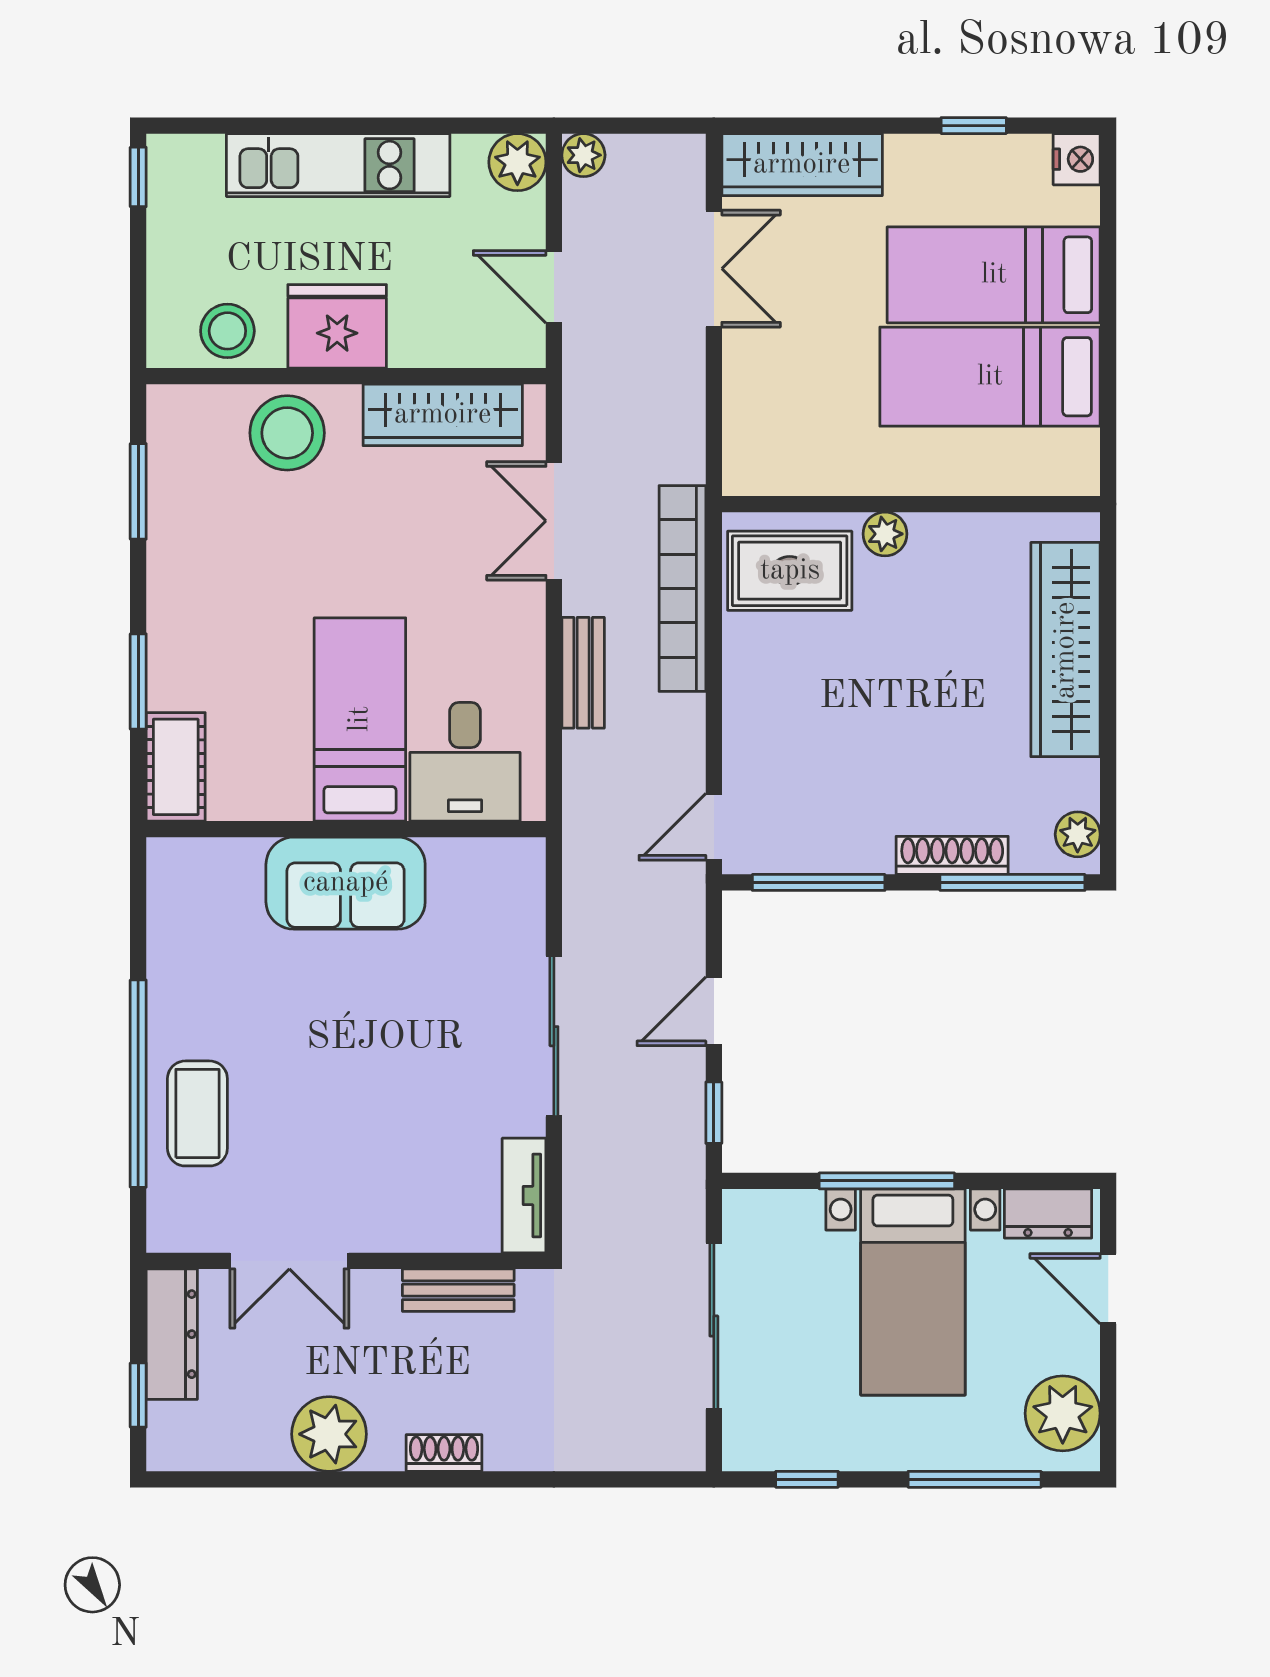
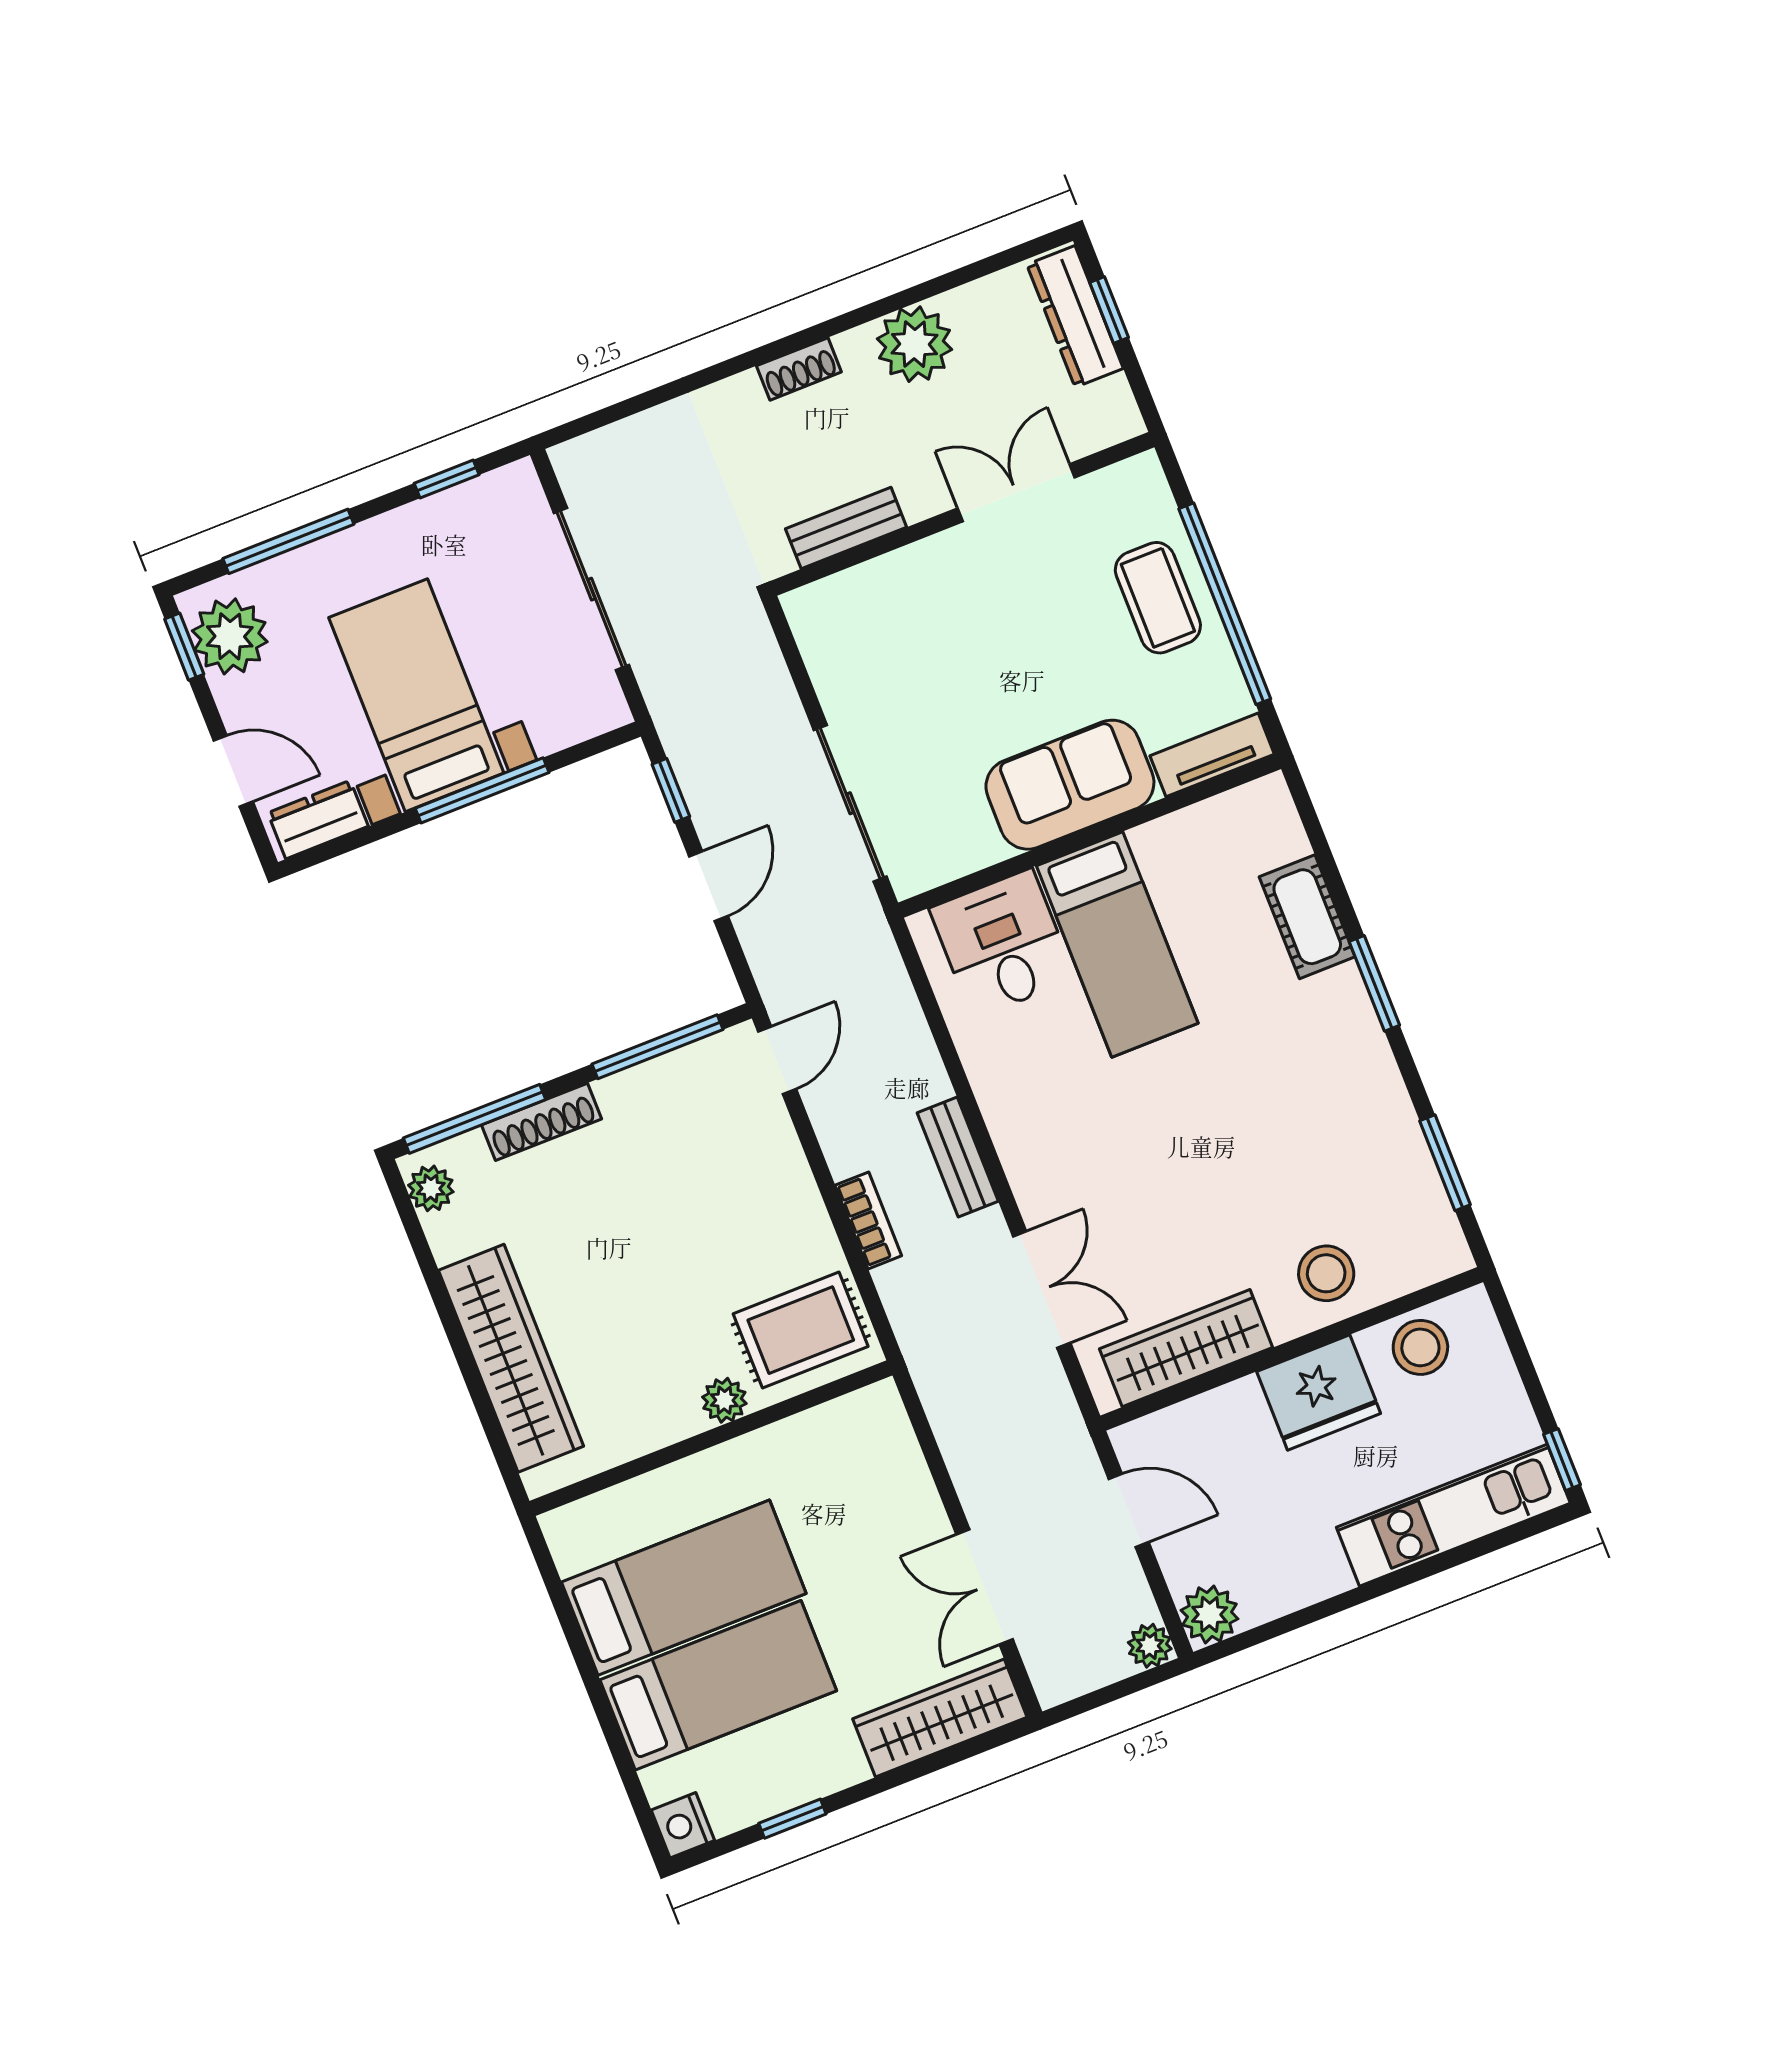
kitchen unit: (338, 165) -> (1453, 1515), moved
stool: (287, 433) -> (1326, 1273), width x0.73, depth x0.73
bookcase: (682, 588) -> (868, 1220), width x0.43, depth x0.76
bed: (360, 719) -> (1117, 944), moved
desk: (465, 762) -> (1002, 944), moved
wall: (346, 829) -> (1090, 836), moved
sofa: (346, 883) -> (1070, 785), moved
tv unit: (524, 1196) -> (1212, 755), moved, turned -90
dresser: (172, 1334) -> (1075, 316), moved
window: (1108, 1420) -> (184, 647), added

